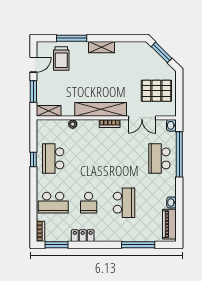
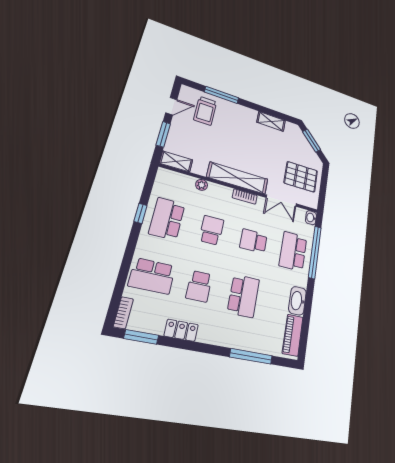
shelving: (101, 47) -> (271, 121), moved
school desk: (89, 158) -> (212, 230), added
school desk: (124, 158) -> (253, 241), added
washbasin: (172, 203) -> (297, 301), width x1.91, depth x1.45

